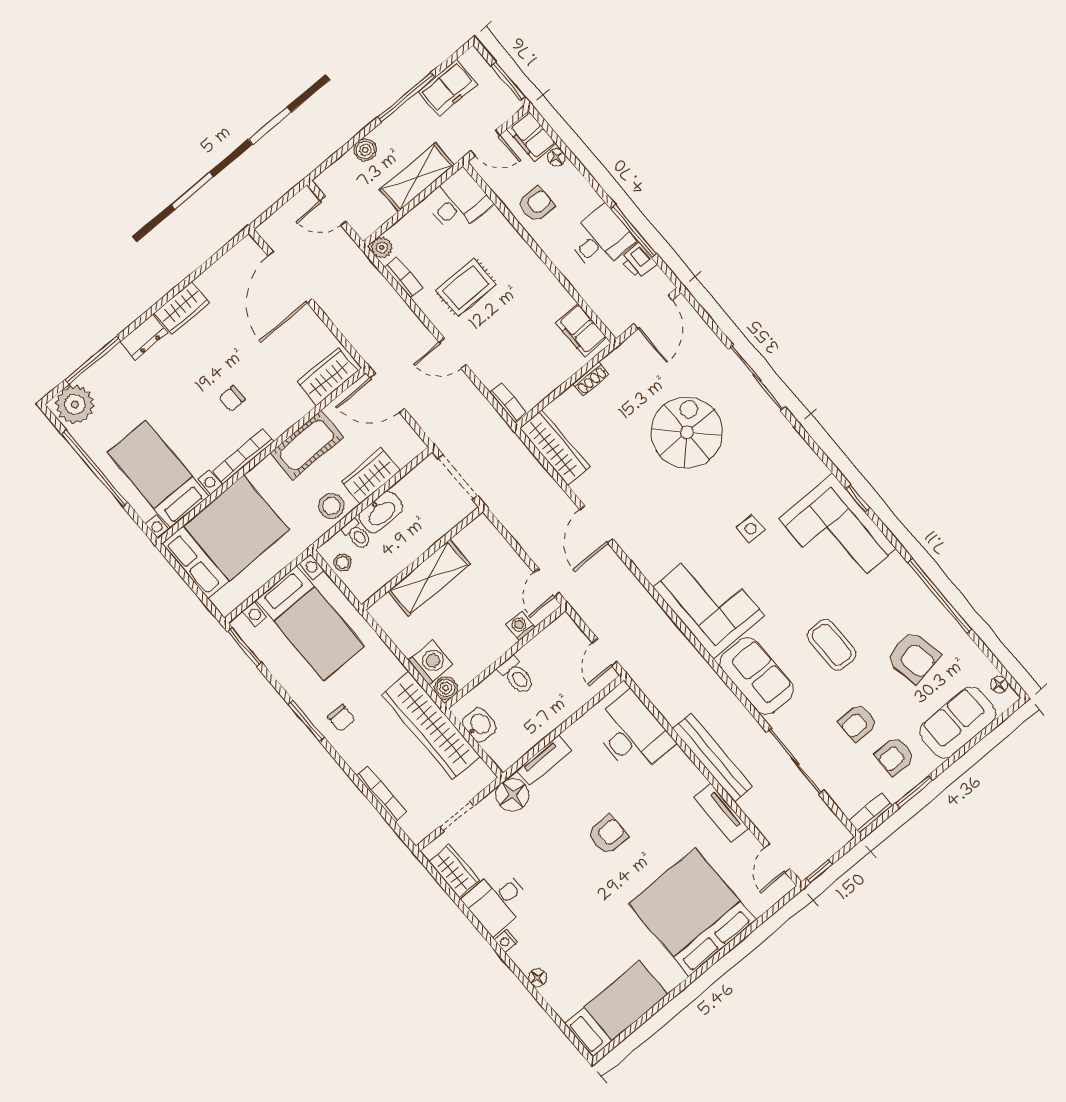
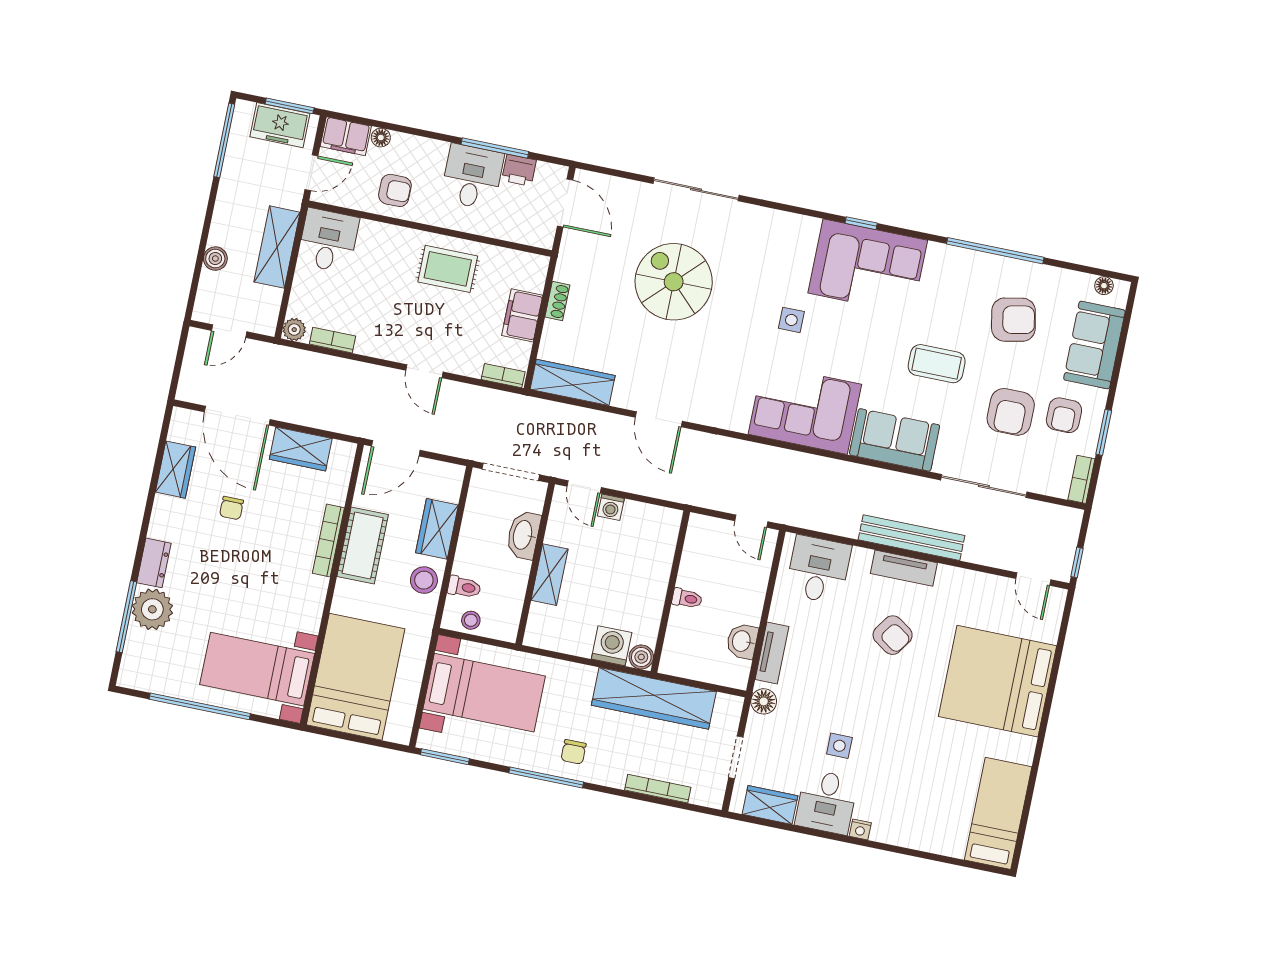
freezer: (448, 88) -> (280, 125), moved, turned 90
window: (406, 97) -> (224, 140), moved
armchair: (536, 204) -> (395, 190), turned 90
rug: (466, 287) -> (448, 269), moved, turned 90
wardrobe: (182, 308) -> (175, 470), moved
filing cabinet: (581, 330) -> (522, 315), moved, turned 90
door: (453, 353) -> (424, 371), hinge flipped
wardrobe: (327, 376) -> (301, 449), moved, turned -90
chair: (232, 398) -> (231, 508), moved
plant: (75, 404) -> (152, 609), moved
bookcase: (243, 456) -> (328, 540), moved
washbasin: (381, 512) -> (523, 535), moved, turned 180
shelving: (429, 578) -> (550, 575), width x0.67, depth x0.75
door: (546, 583) -> (584, 487), moved
washing machine: (521, 626) -> (611, 507), moved, turned -90
toilet: (516, 676) -> (687, 598), width x0.73, depth x0.72
chair: (341, 718) -> (574, 752), turned 90
window: (307, 721) -> (546, 778), width x1.44
armchair: (858, 723) -> (1011, 412), width x1.38, depth x1.38
washbasin: (479, 725) -> (742, 641), moved, turned -90
desk: (632, 734) -> (818, 570), width x0.73
floor lamp: (512, 795) -> (764, 701), width x0.73, depth x0.73
tv unit: (721, 813) -> (904, 568), moved
armchair: (608, 835) -> (893, 635), moved, turned 124
side table: (539, 868) -> (839, 746), added
floor lamp: (537, 978) -> (911, 839), removed

